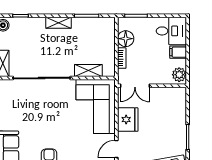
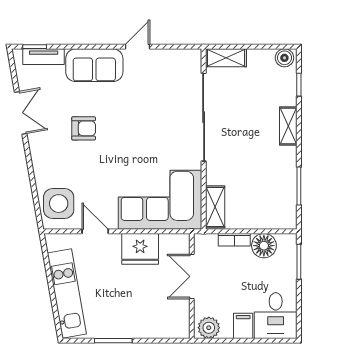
shelving: (59, 23) -> (288, 126), moved
shelving: (88, 71) -> (215, 207), moved
double door: (135, 86) -> (192, 276), moved

